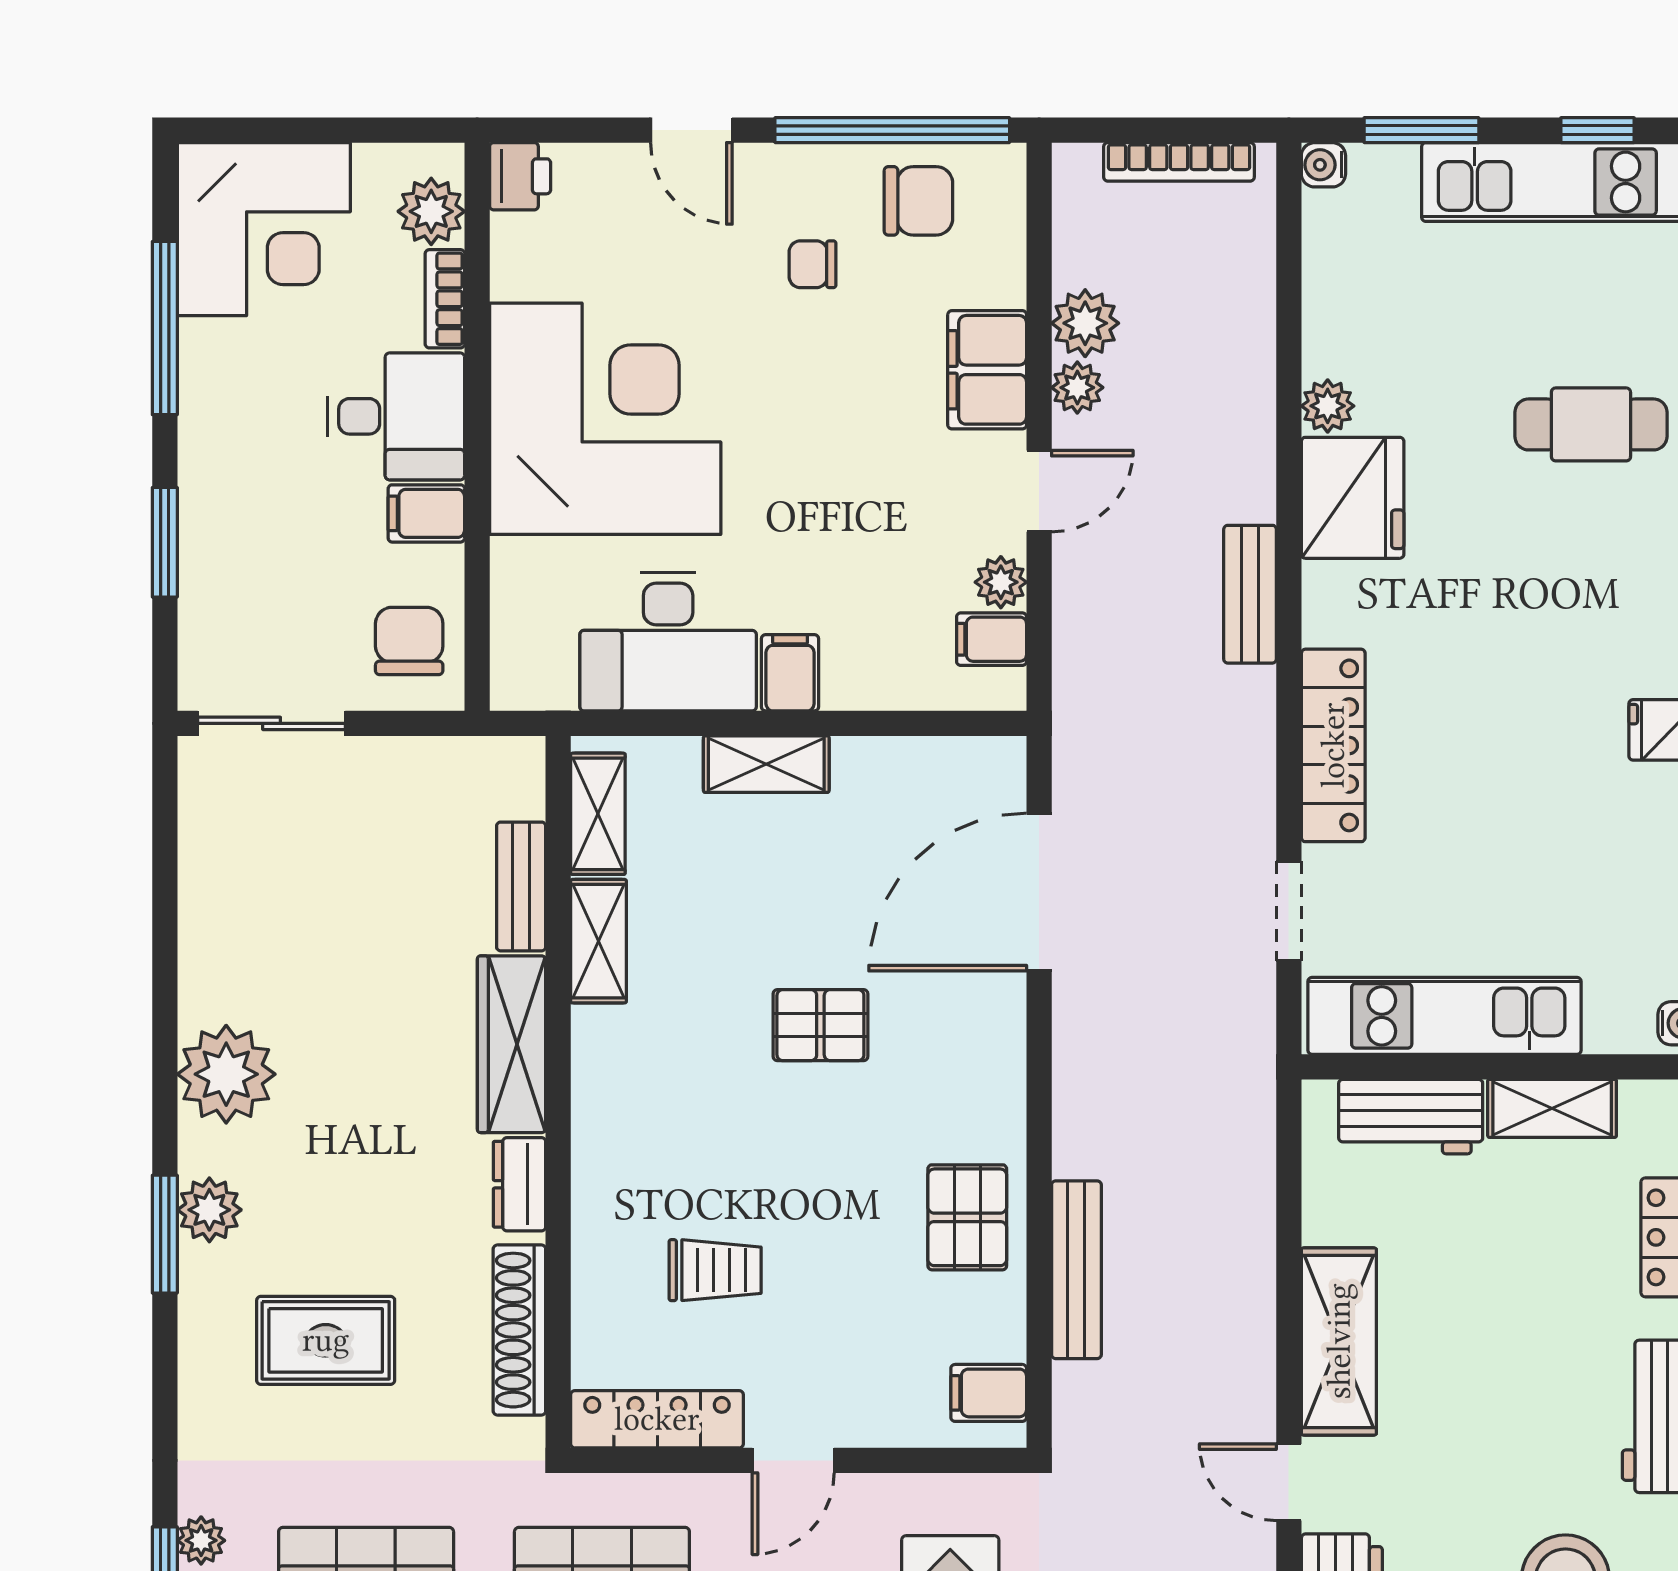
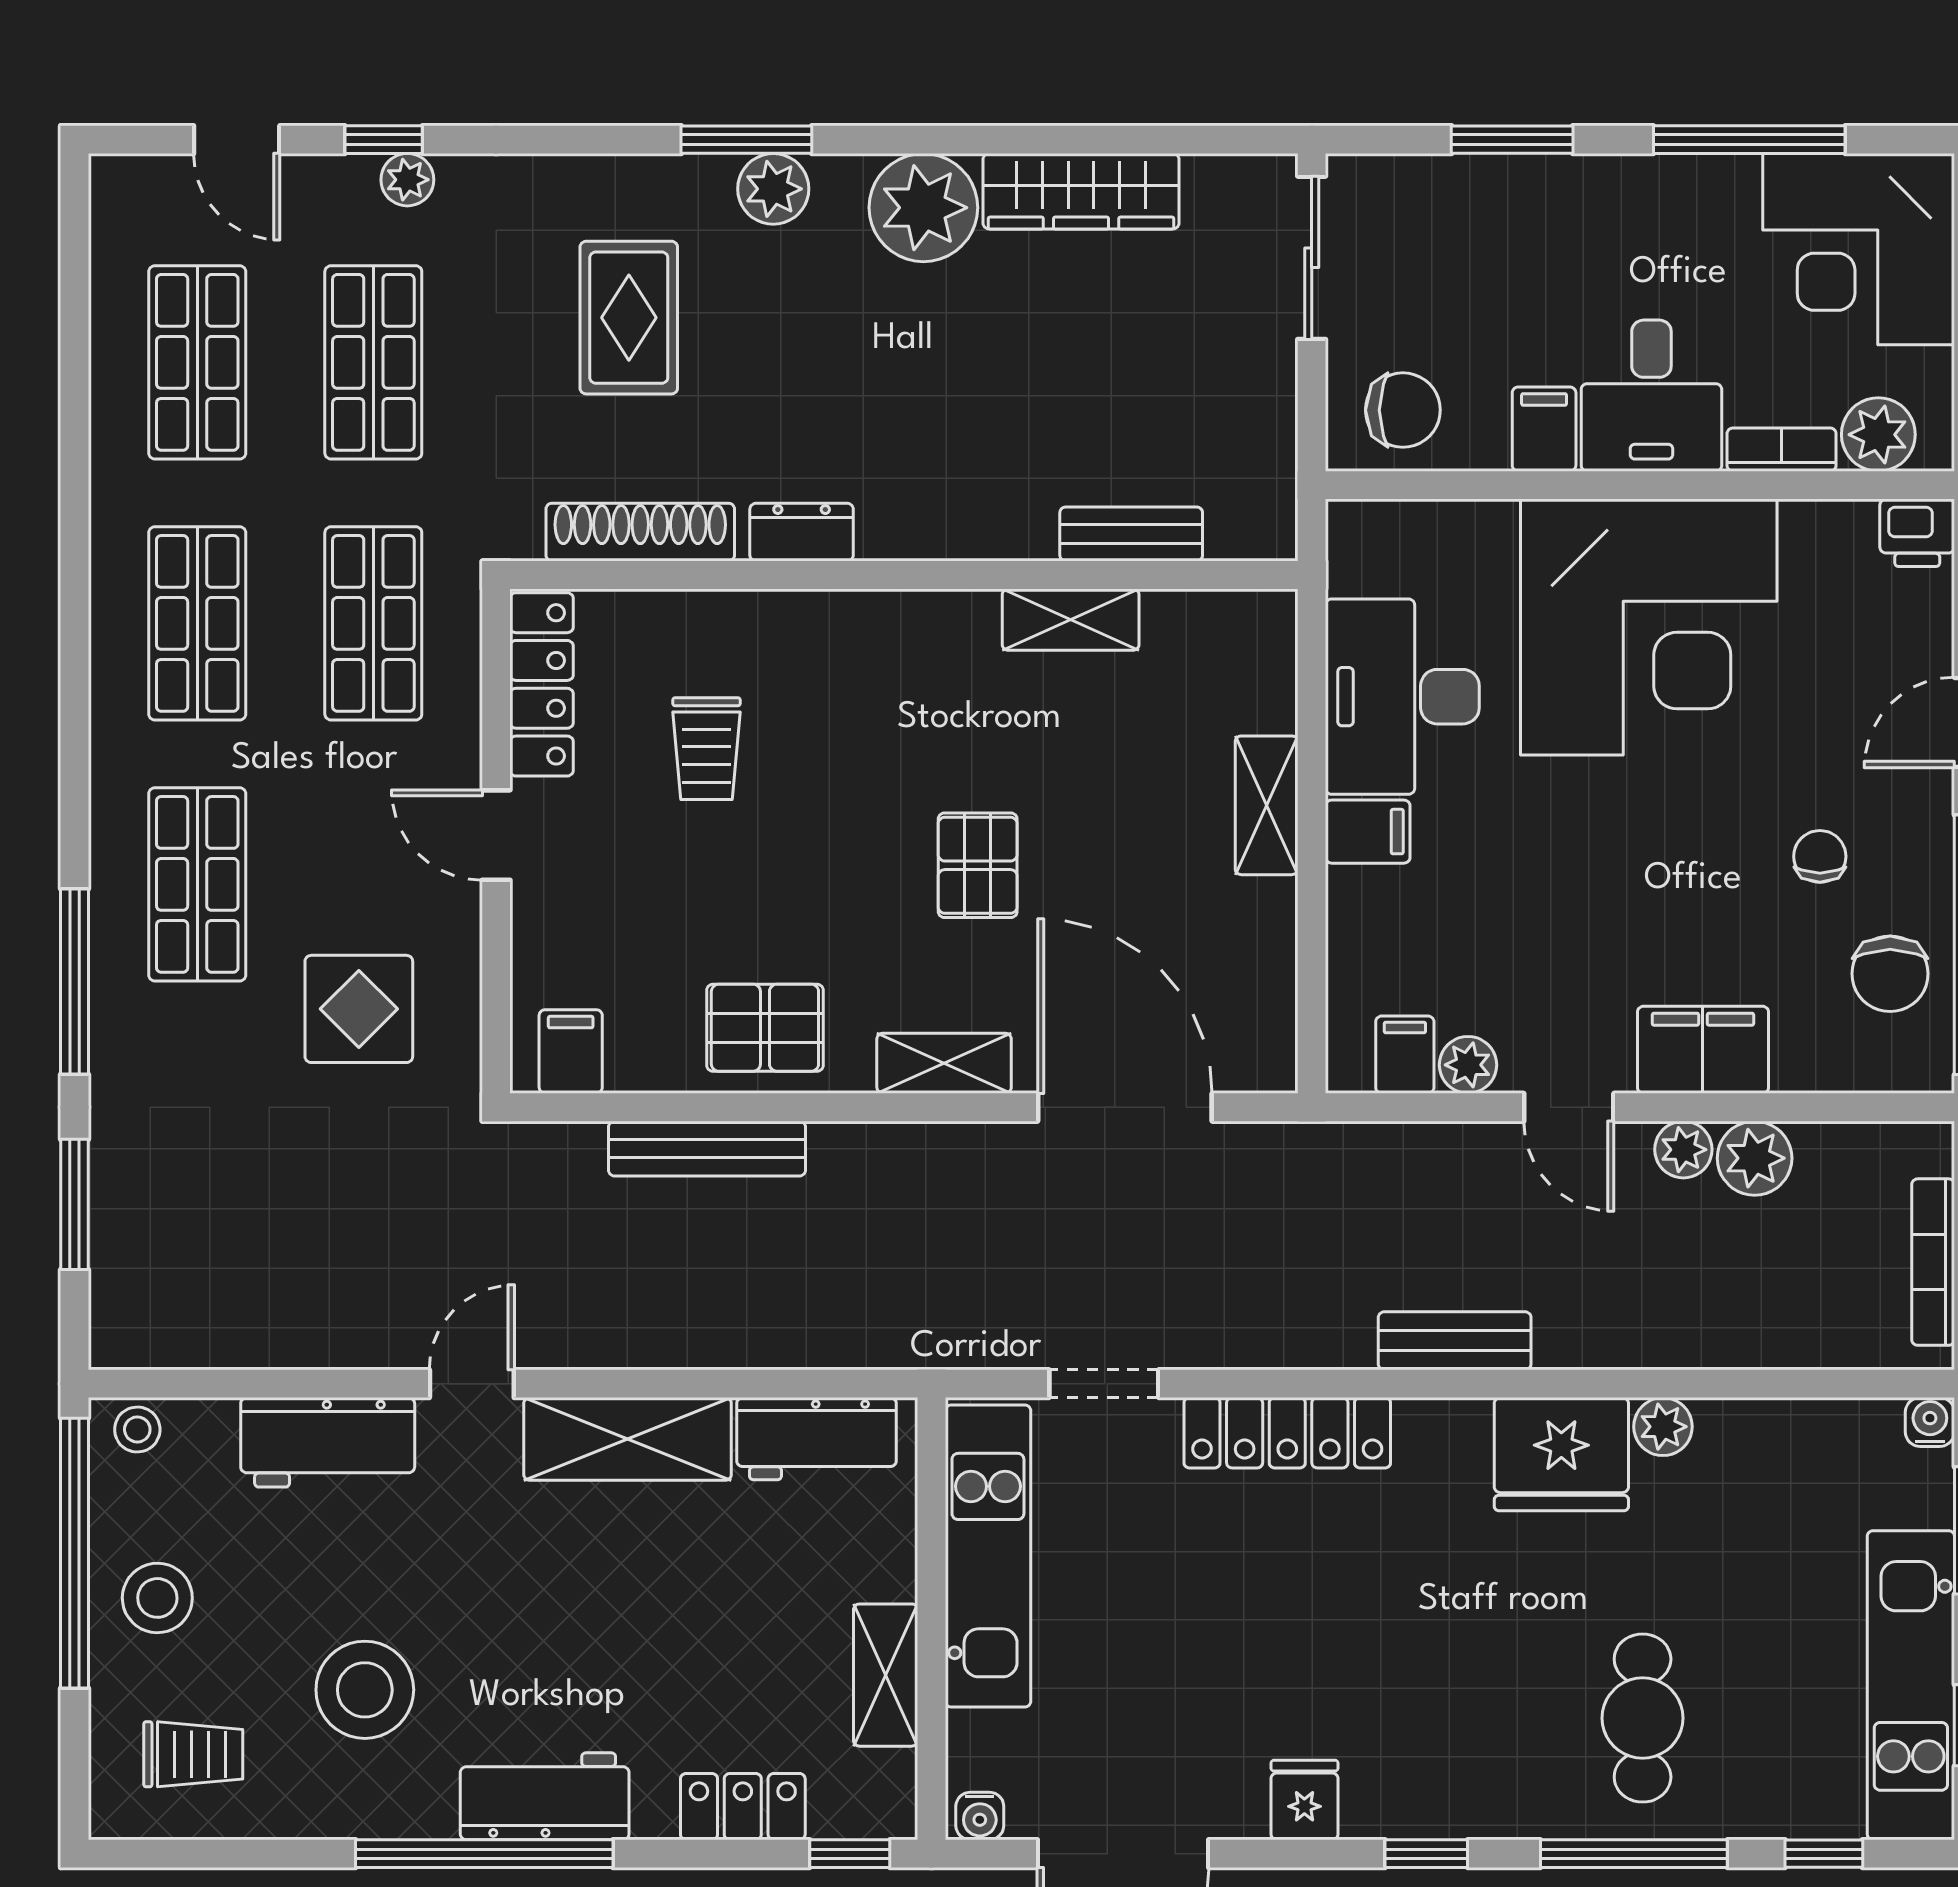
shelving: (598, 814) -> (944, 1063), moved
wardrobe: (512, 1044) -> (1081, 191), moved, turned 180
workbench: (1411, 1117) -> (816, 1439), moved, turned -90

